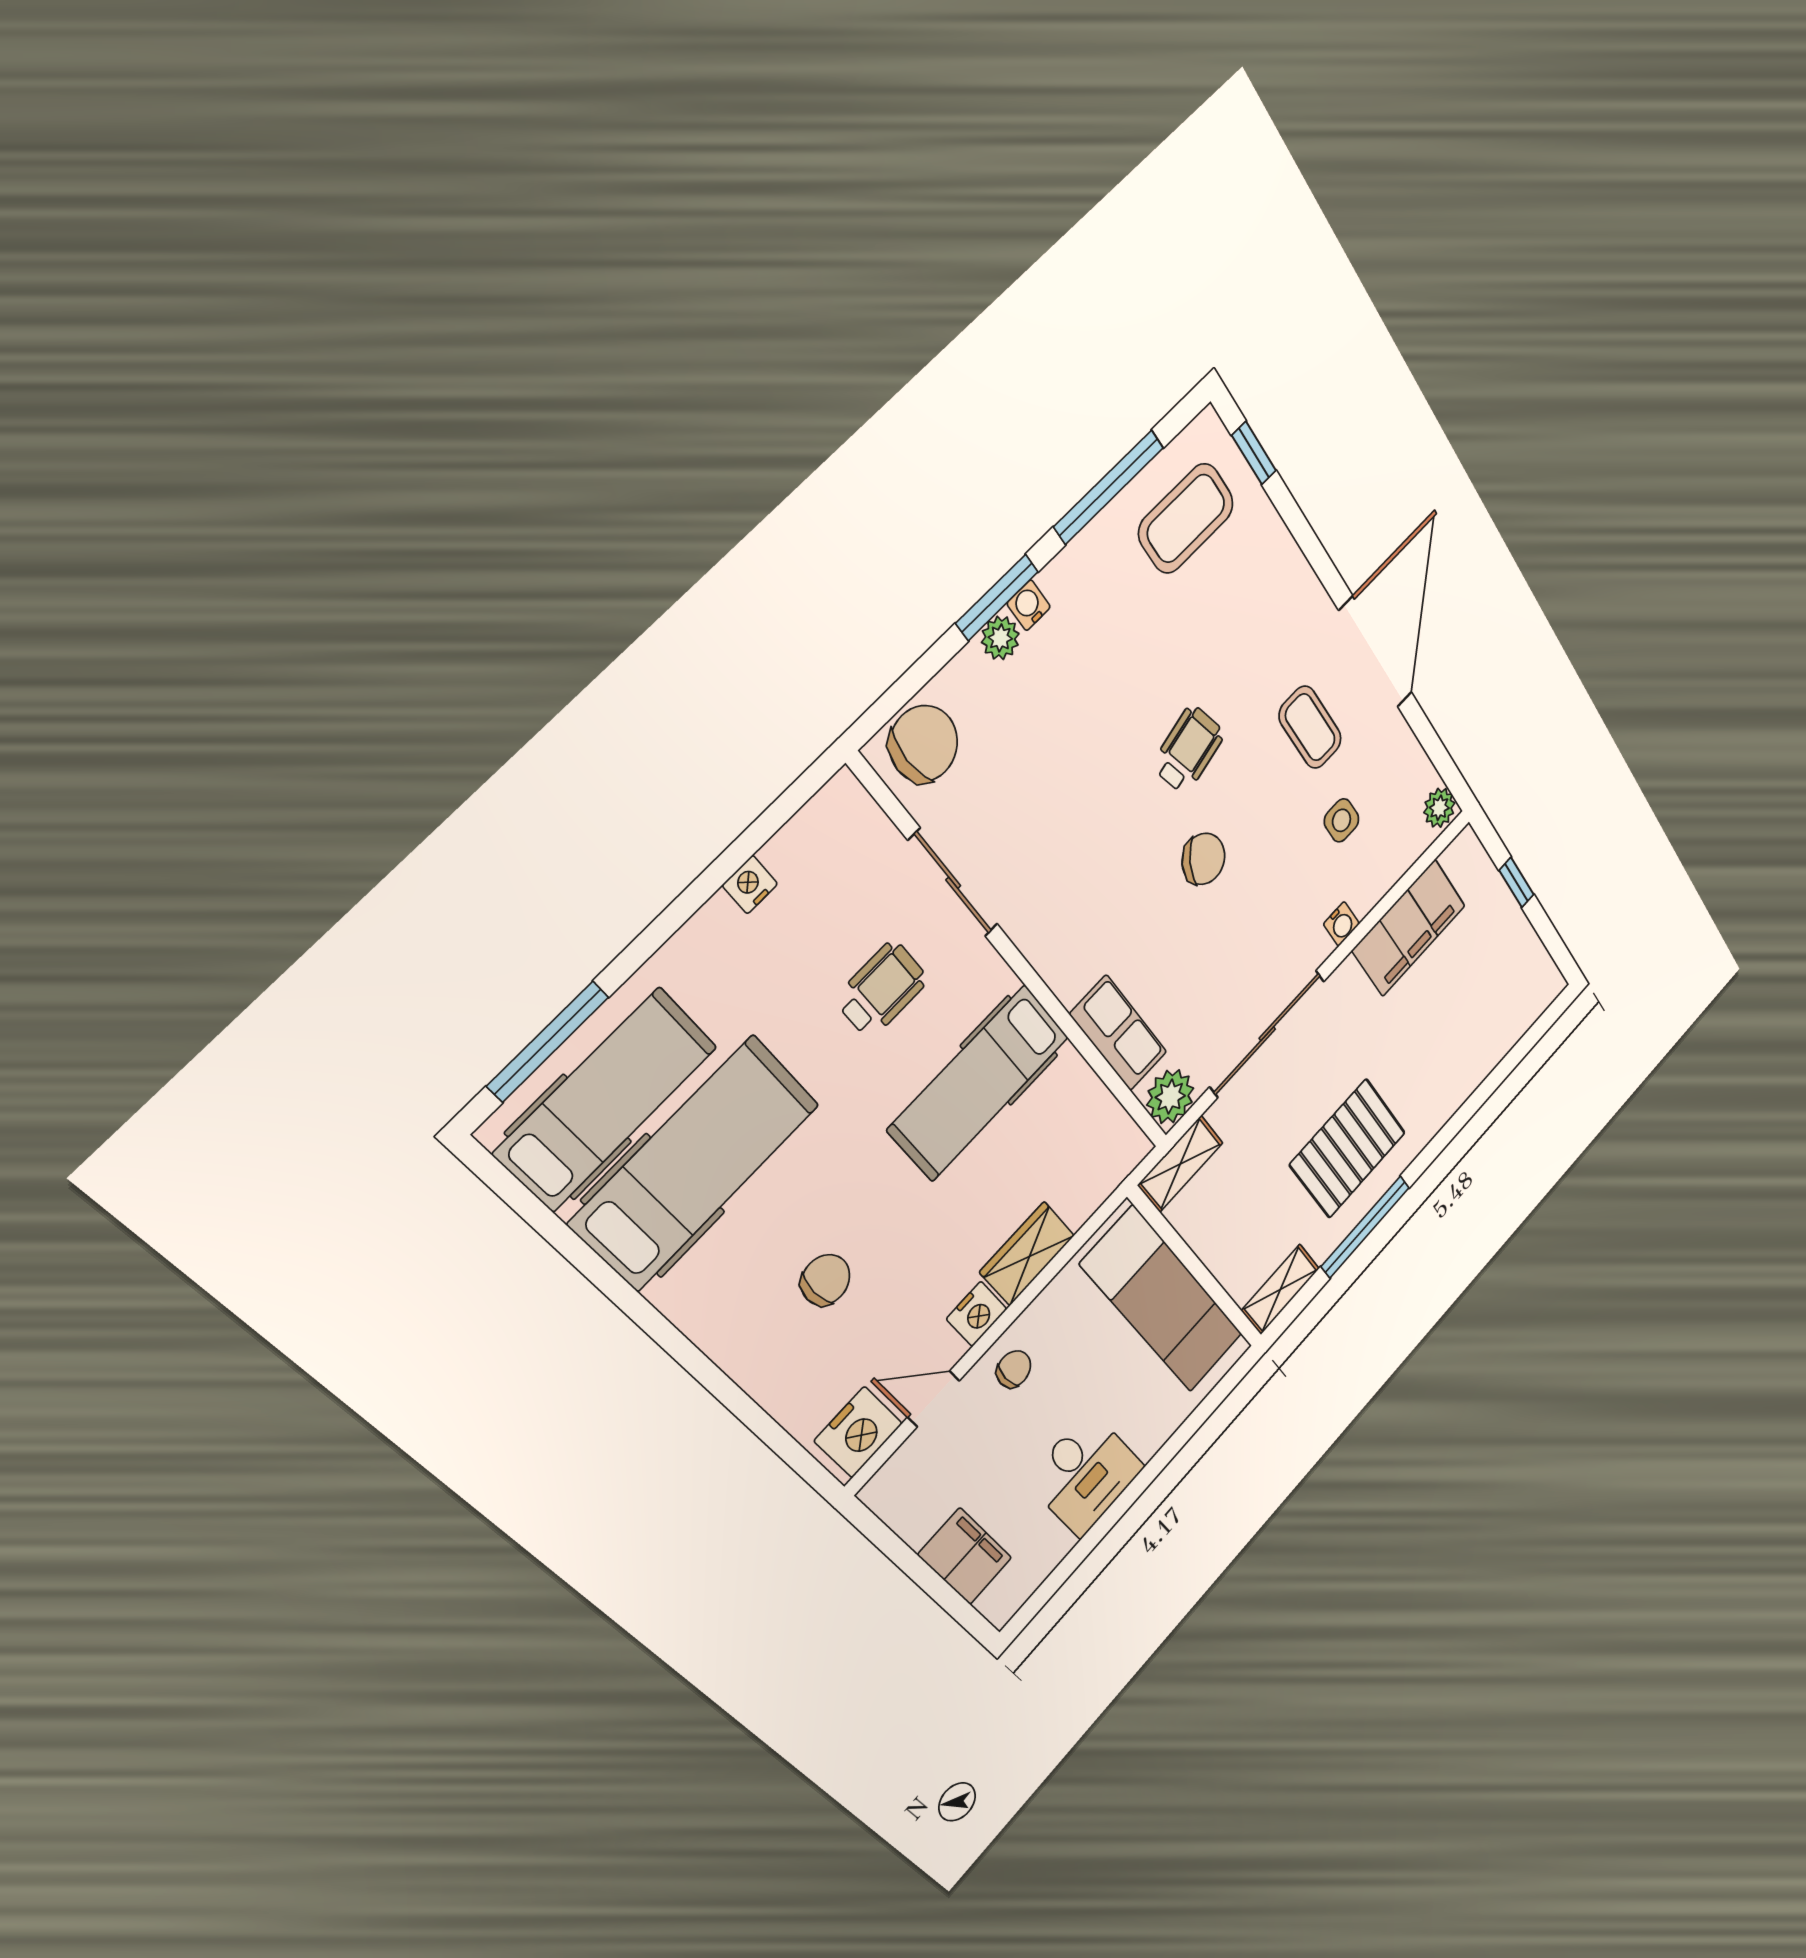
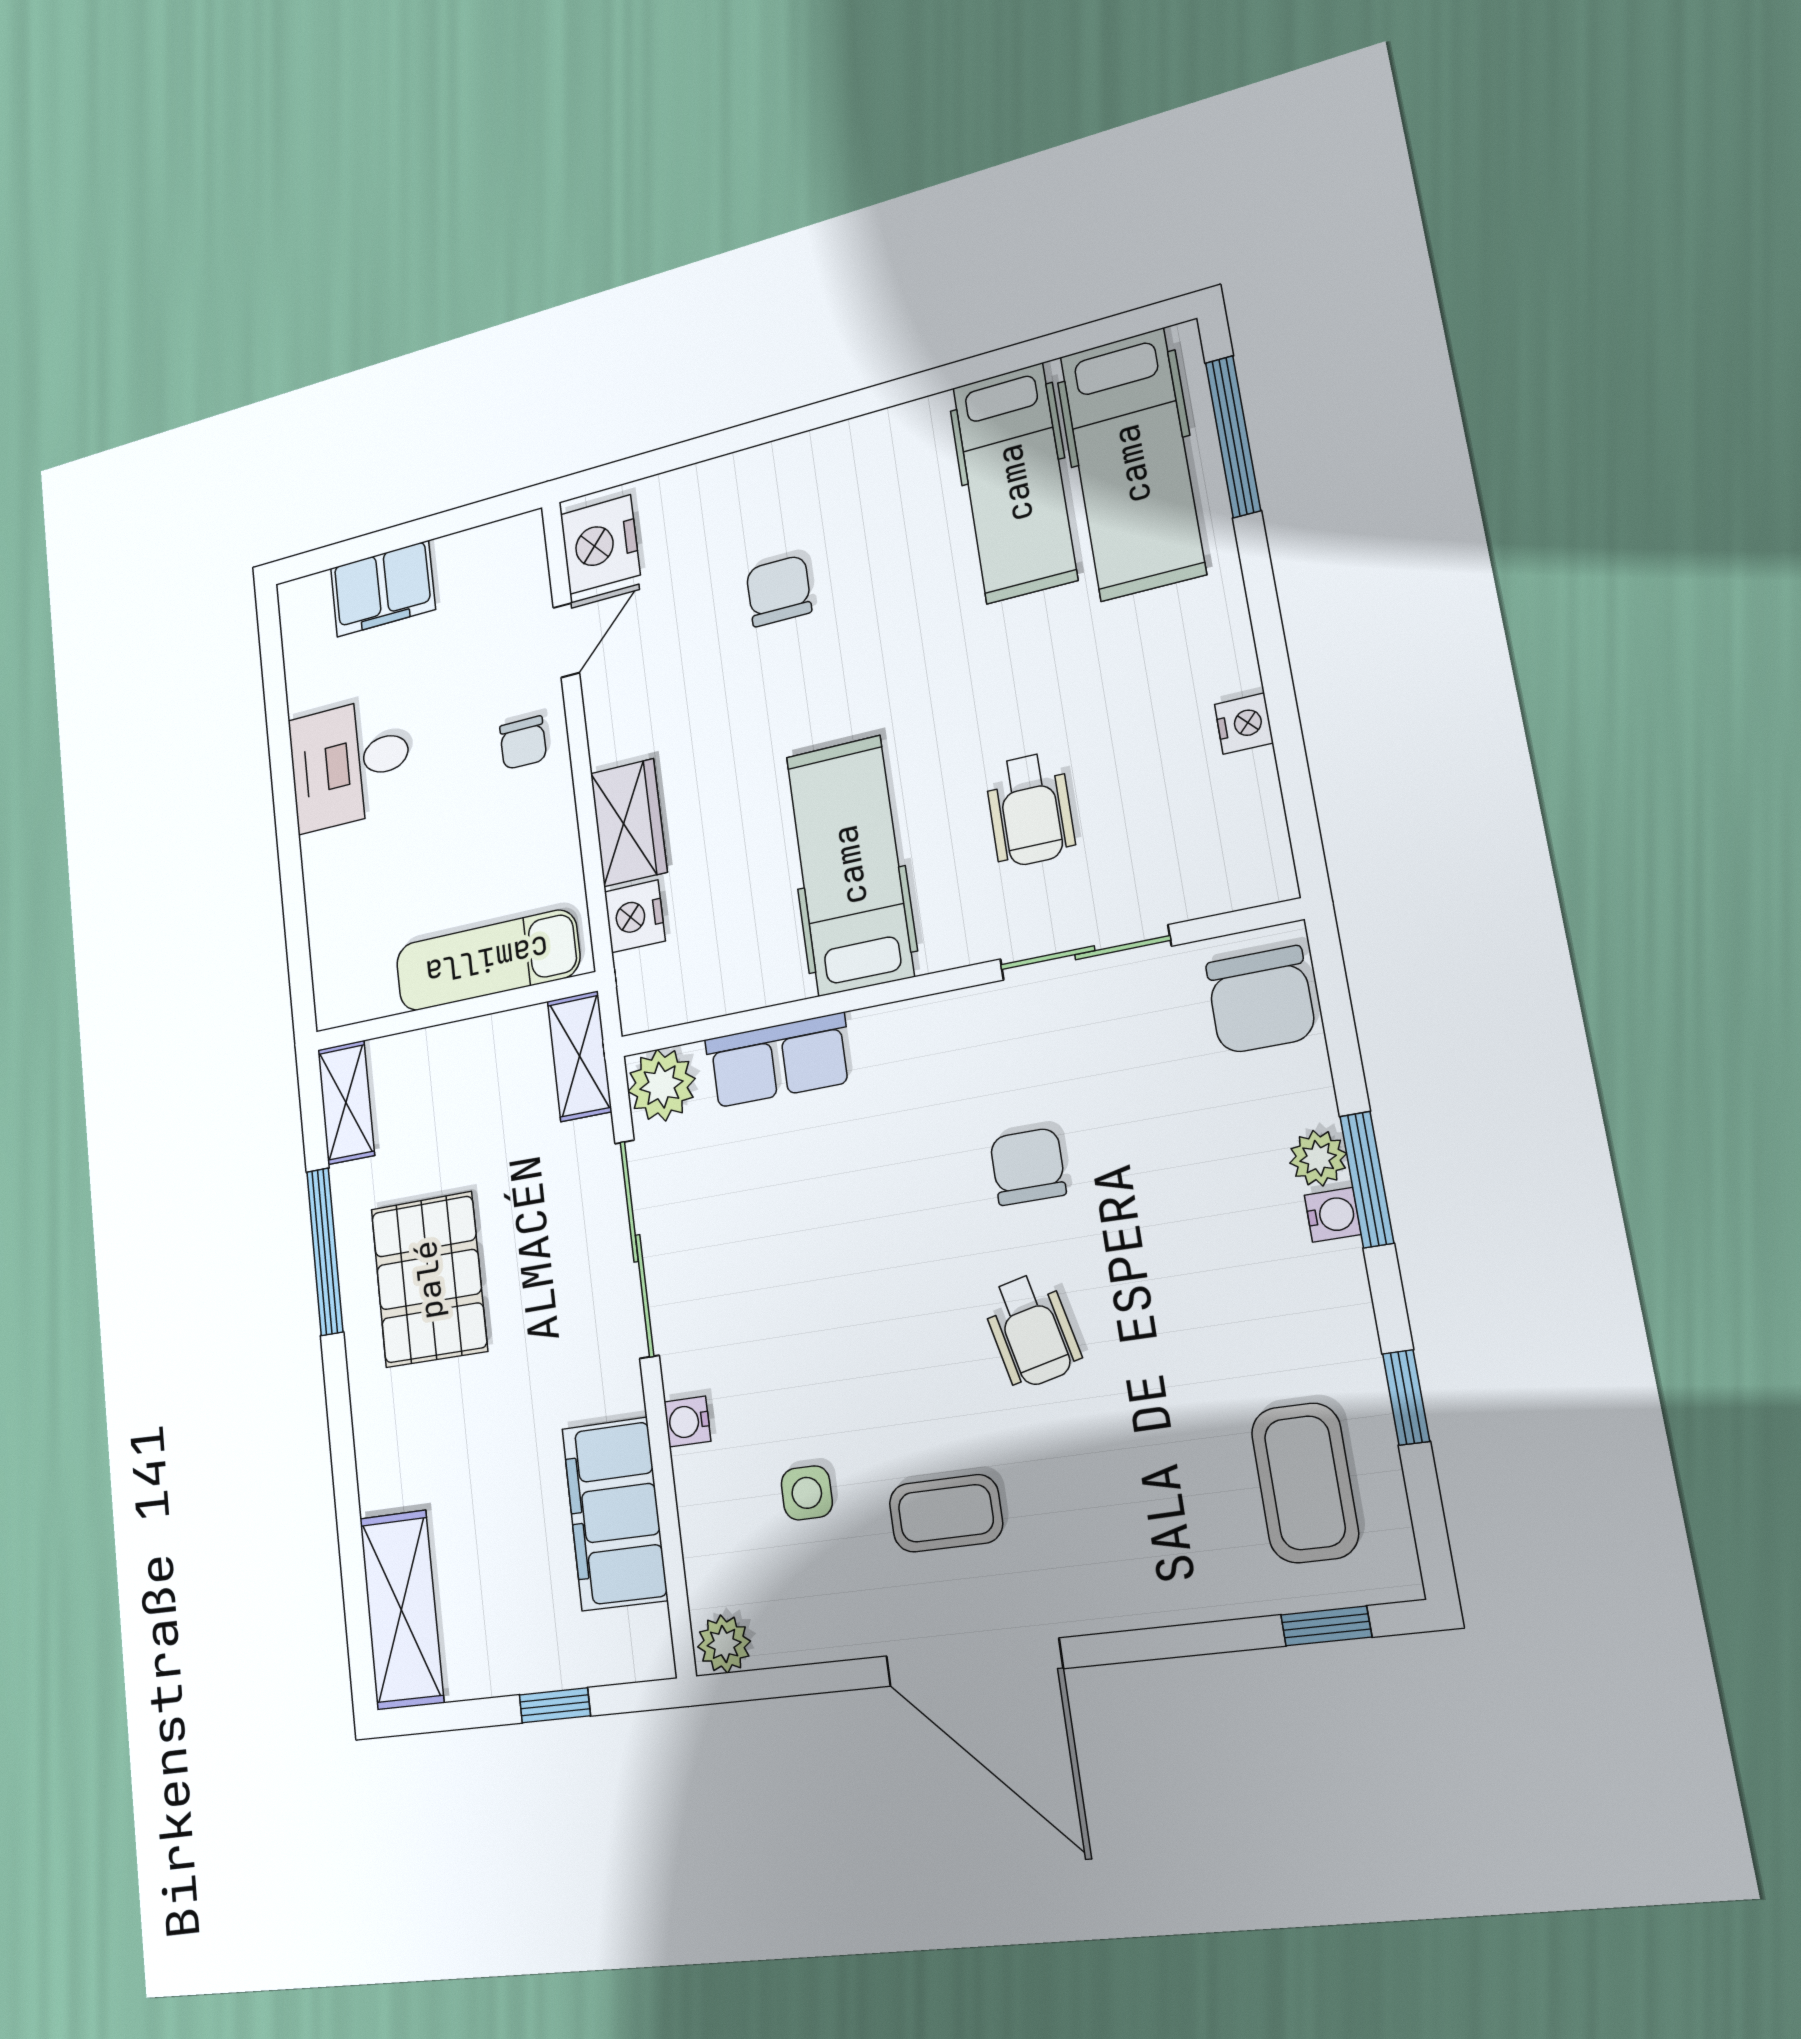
window: (1109, 487) -> (1406, 1397), width x0.46
chair: (1203, 859) -> (1028, 1166), moved, turned 148
shelving: (1517, 1013) -> (401, 1610), added
hospital bed: (695, 1163) -> (1015, 483), width x0.73, depth x0.78
chair: (826, 1280) -> (779, 591), turned 180
exam couch: (1162, 1300) -> (487, 960), width x0.73, depth x0.69
nightstand: (977, 1314) -> (635, 916), moved

